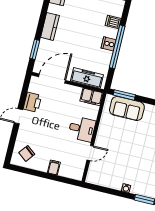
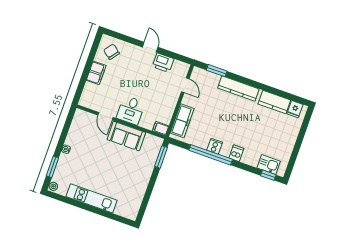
kitchen counter: (50, 26) -> (238, 88), width x1.50
door: (52, 79) -> (185, 85), width x0.53
filing cabinet: (92, 97) -> (161, 128), width x0.50
sofa: (127, 108) -> (126, 136), moved, turned -90
filing cabinet: (54, 167) -> (96, 73), width x2.00

